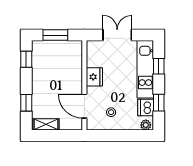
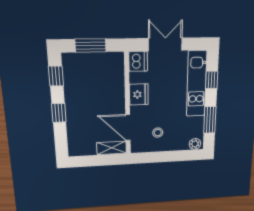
window: (26, 103) -> (59, 113), moved
window: (159, 103) -> (210, 120), width x1.50
dishwasher: (146, 108) -> (138, 61), moved, turned 180
shelving: (46, 124) -> (112, 148), moved

